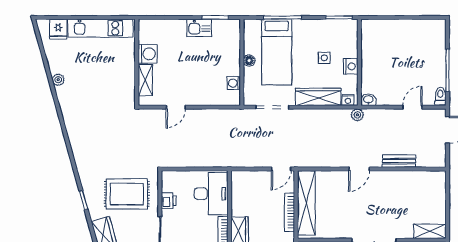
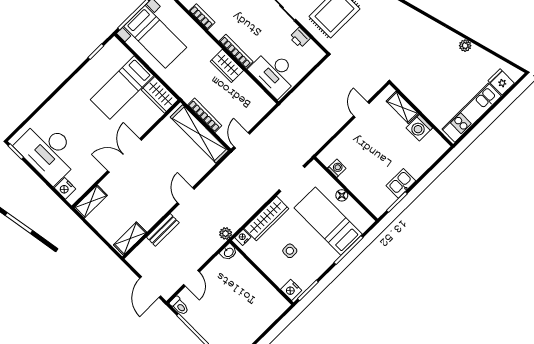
nightstand: (351, 66) -> (291, 290), moved
shelving: (428, 178) -> (130, 239), added

